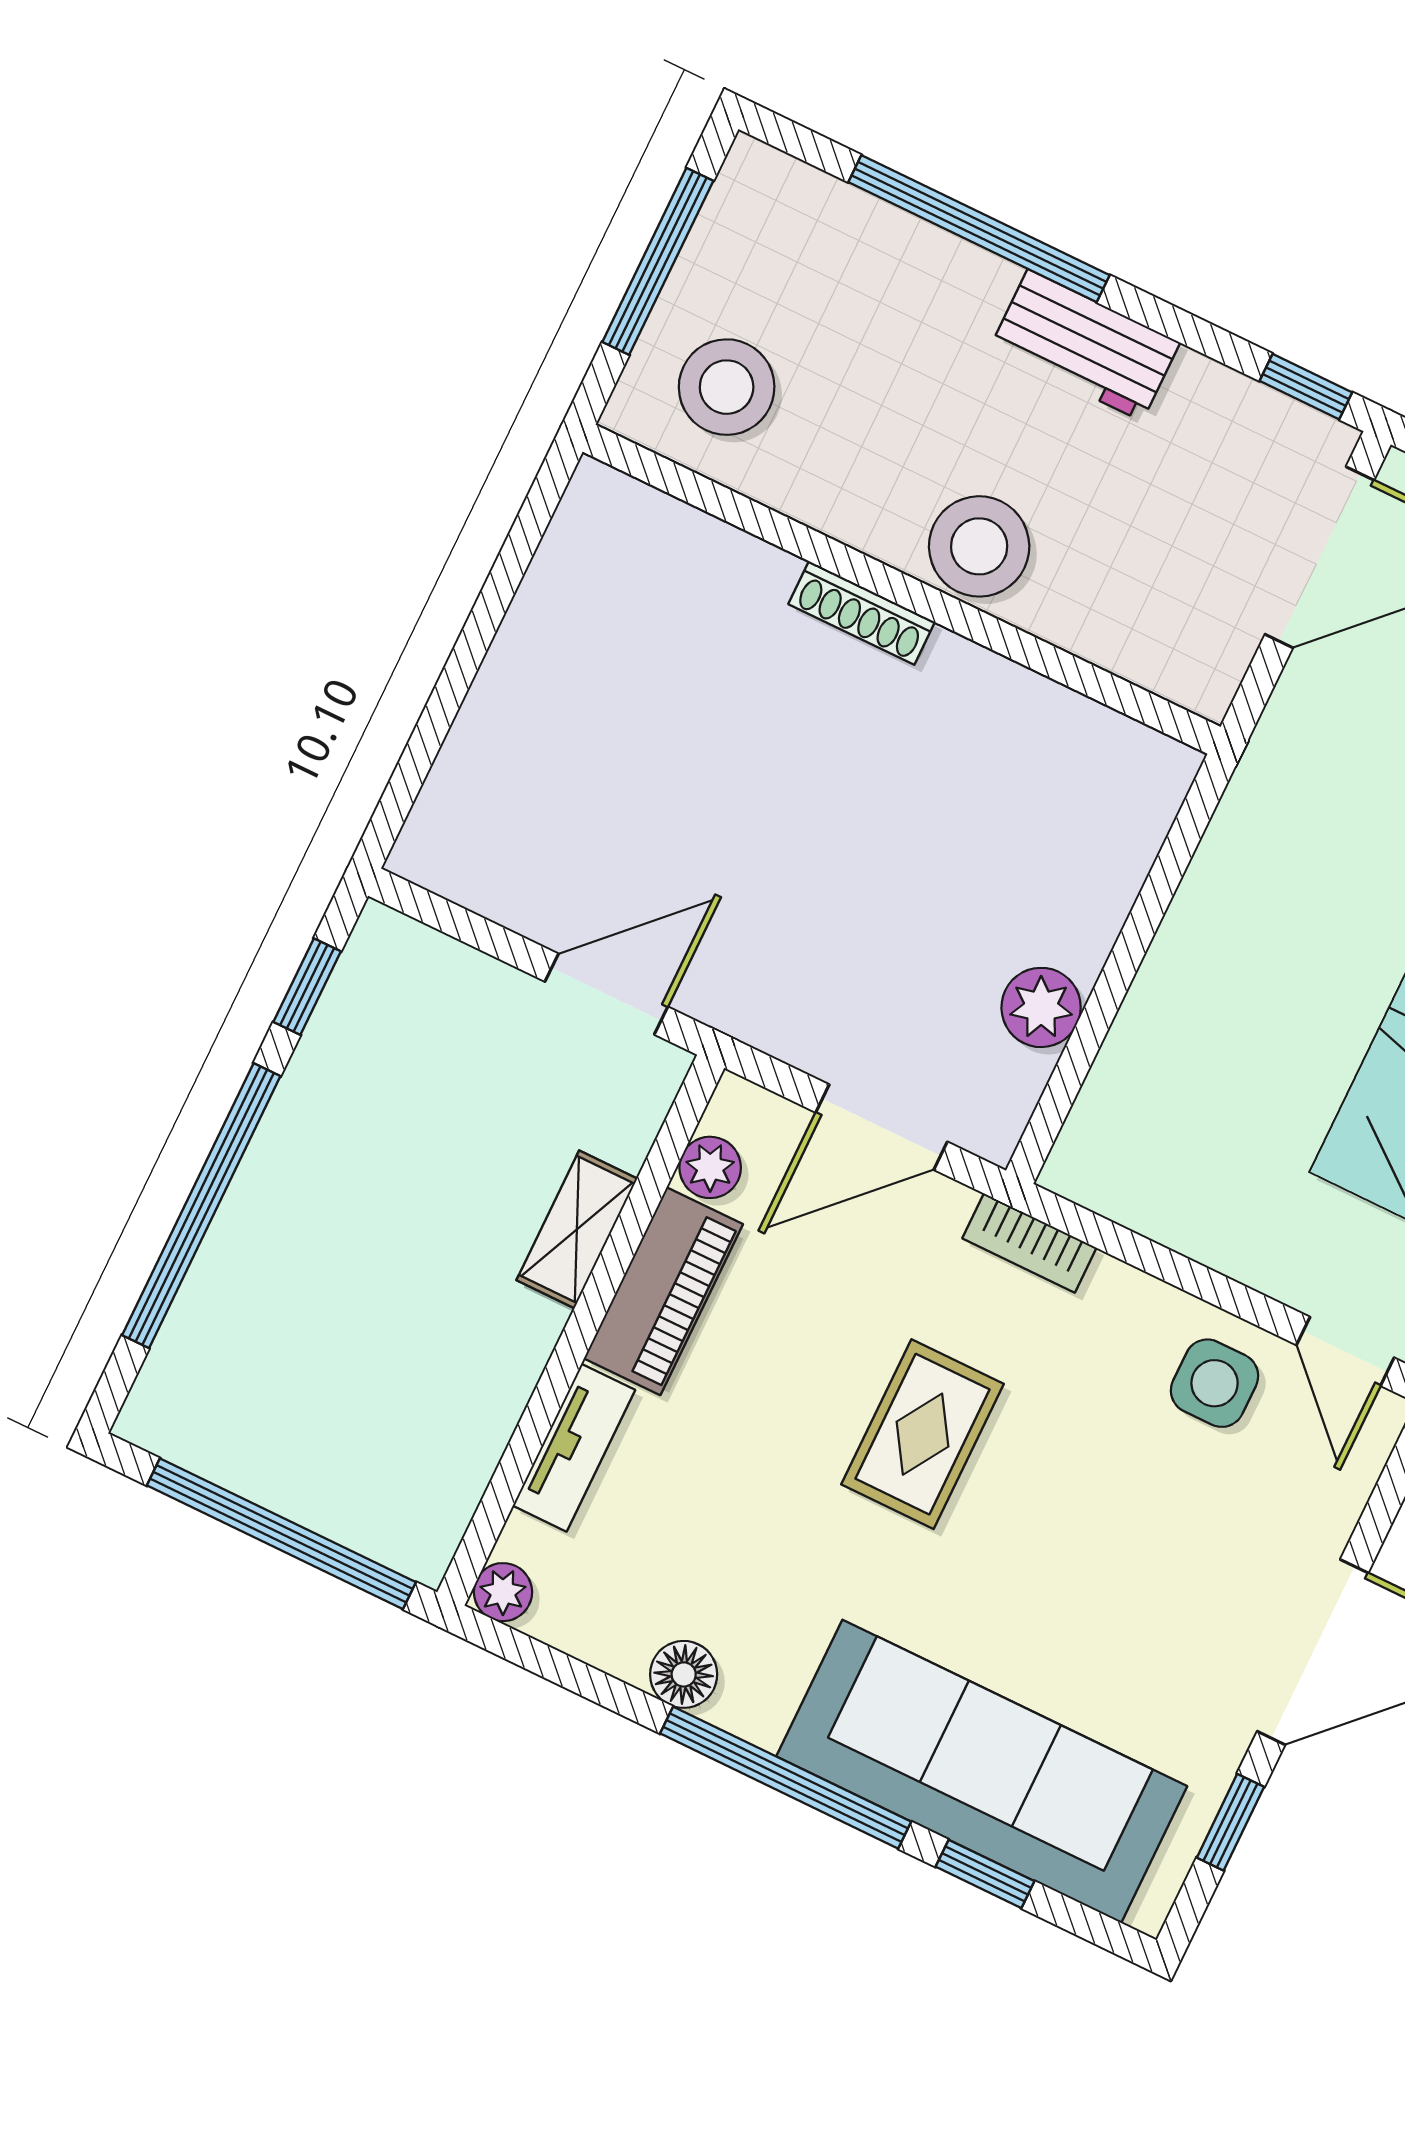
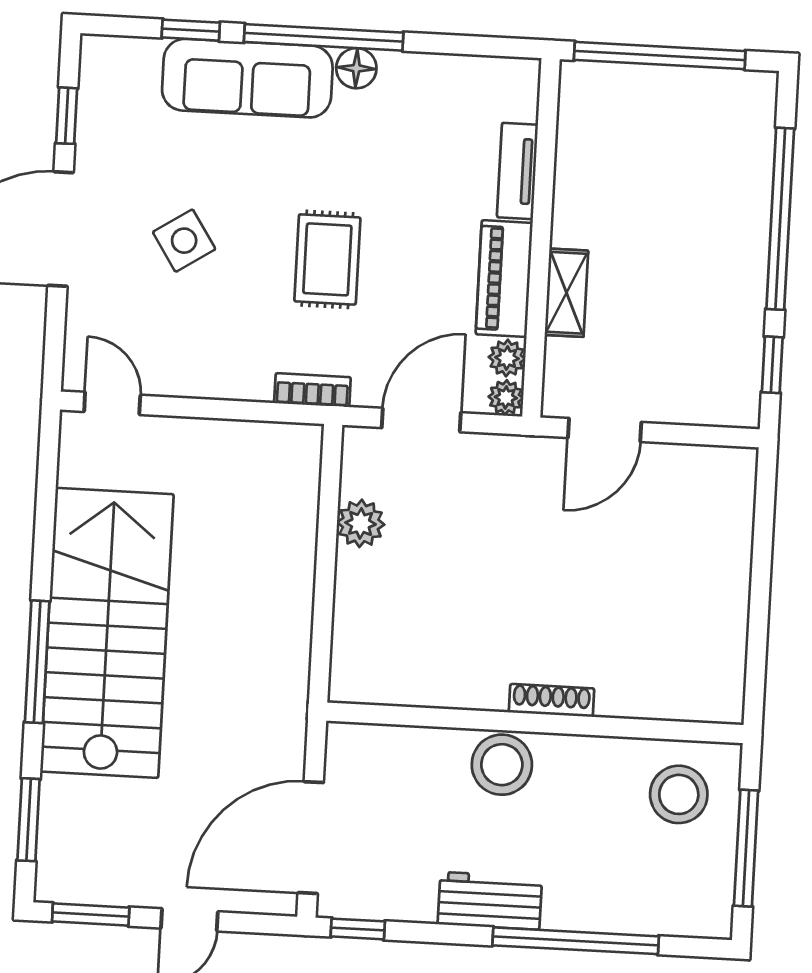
side table: (1215, 1383) -> (184, 241), moved, turned -33
plant: (503, 1592) -> (506, 397), moved
floor lamp: (684, 1674) -> (356, 68), moved
sofa: (982, 1771) -> (247, 78), width x0.74, depth x0.79

